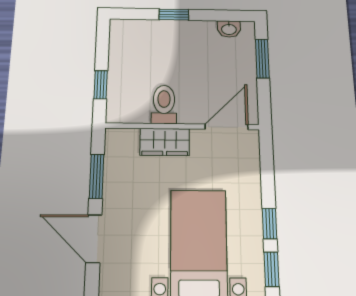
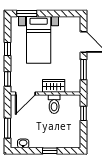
window: (271, 269) -> (8, 79), moved

